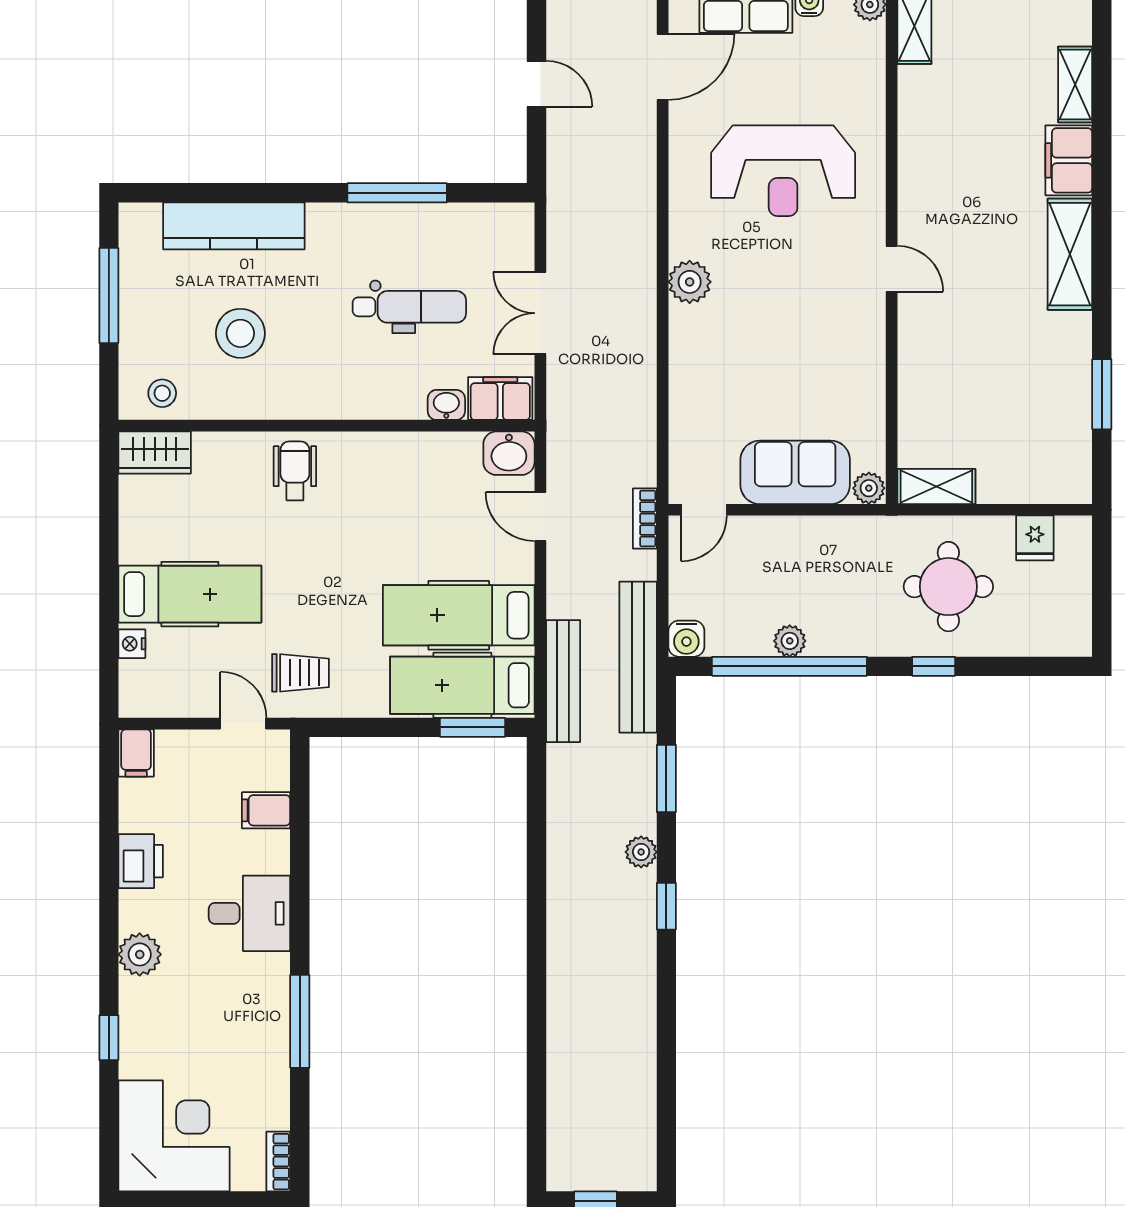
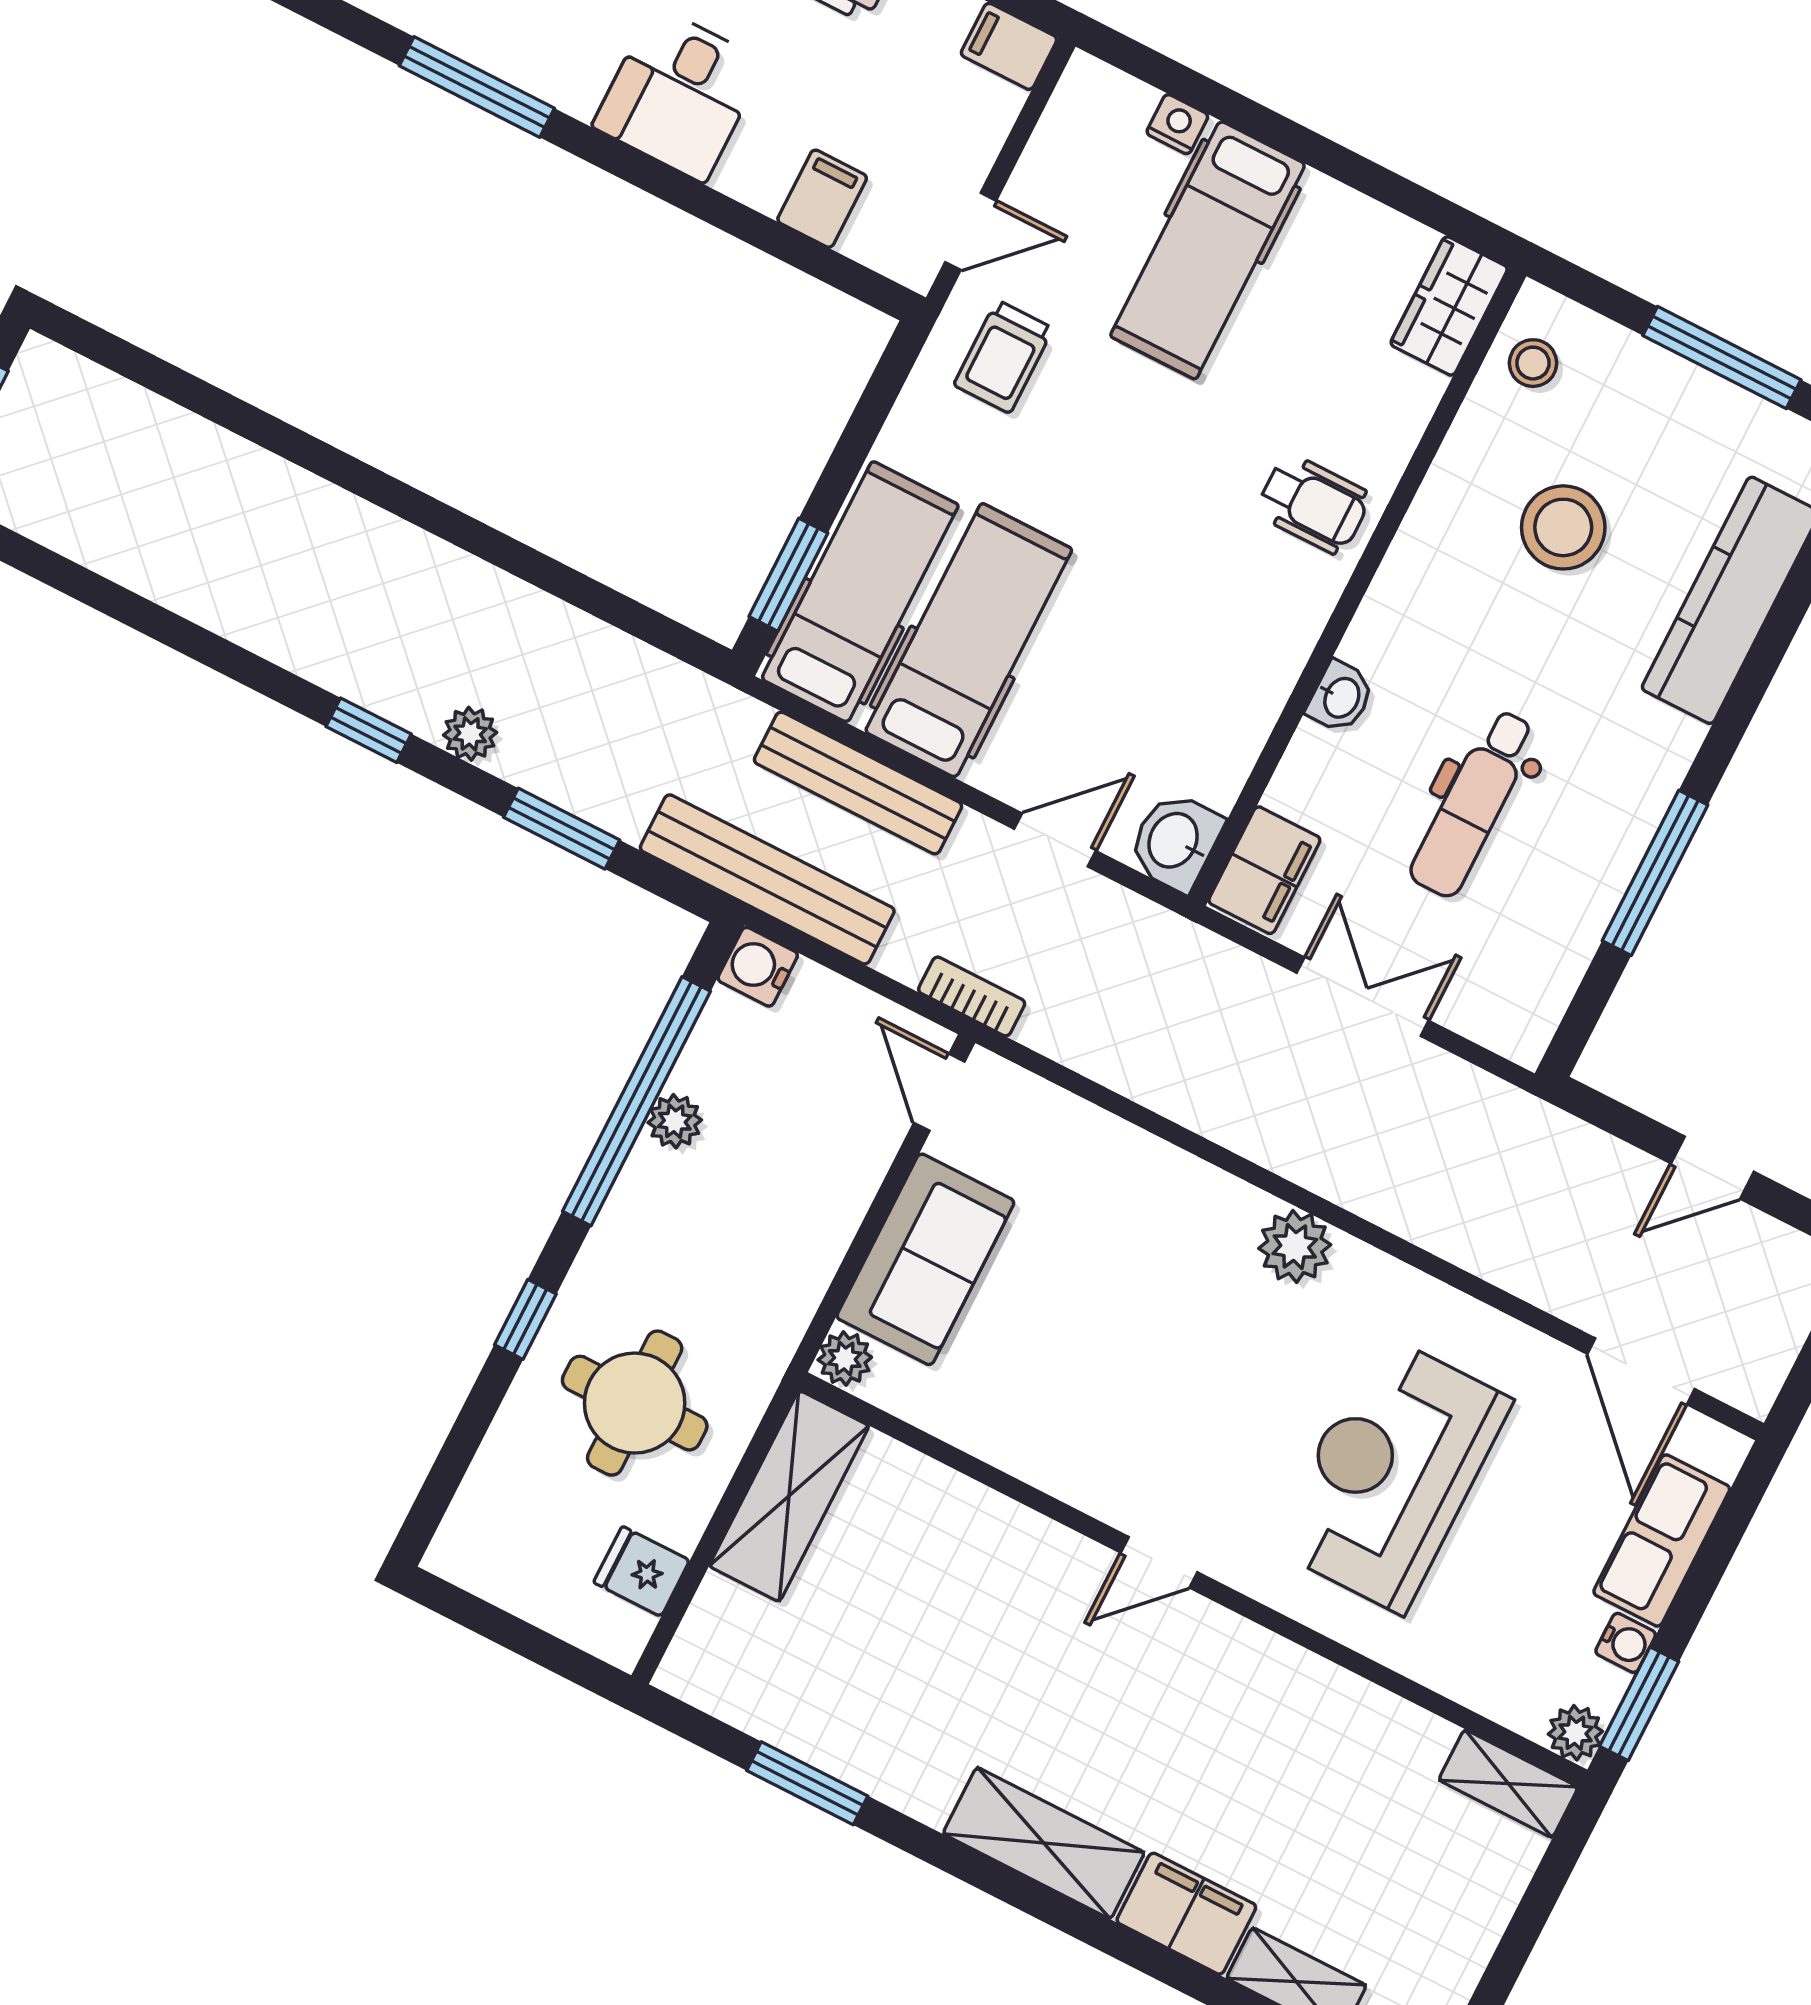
washbasin: (446, 405) -> (1340, 697), moved
shelving: (936, 486) -> (789, 1496), width x1.50, depth x1.33
bench: (563, 681) -> (858, 783), moved

